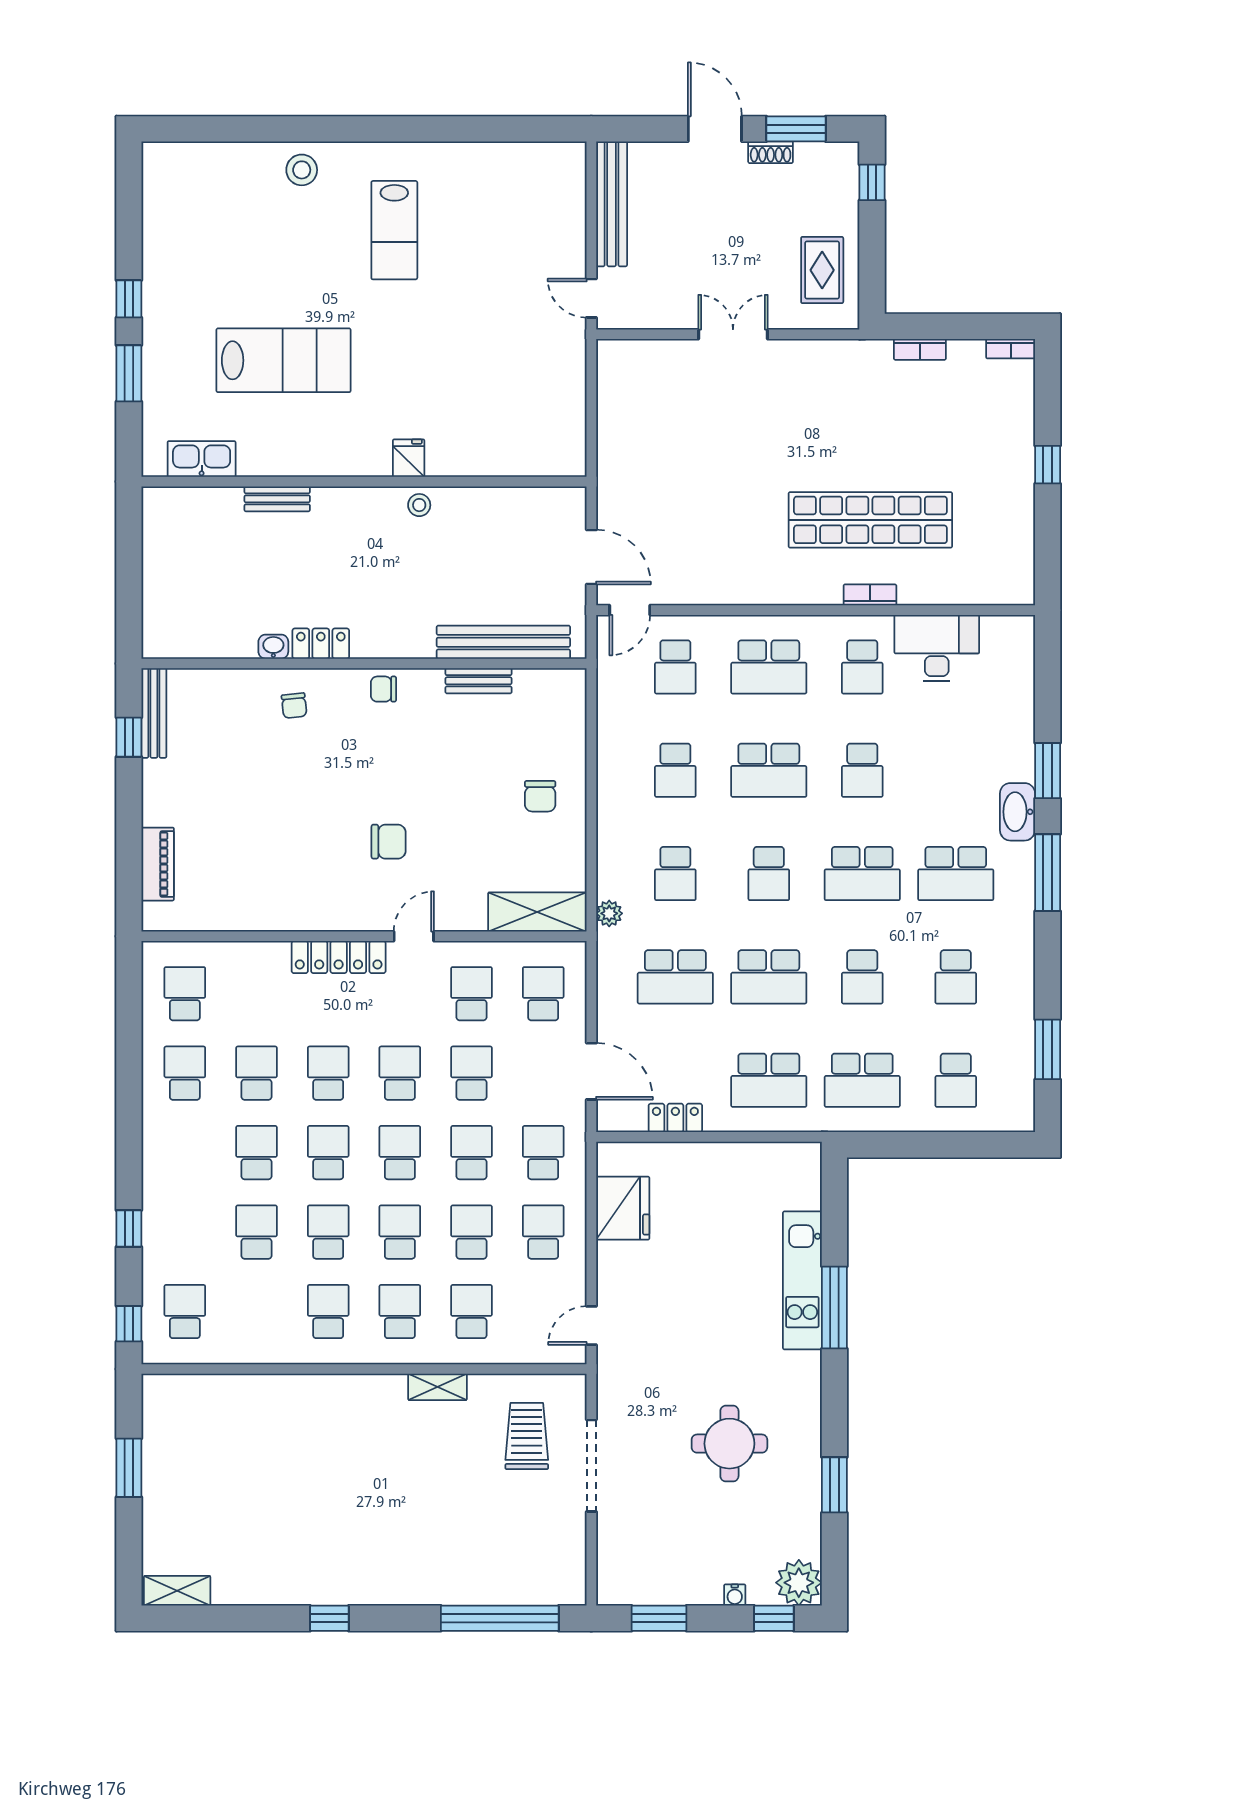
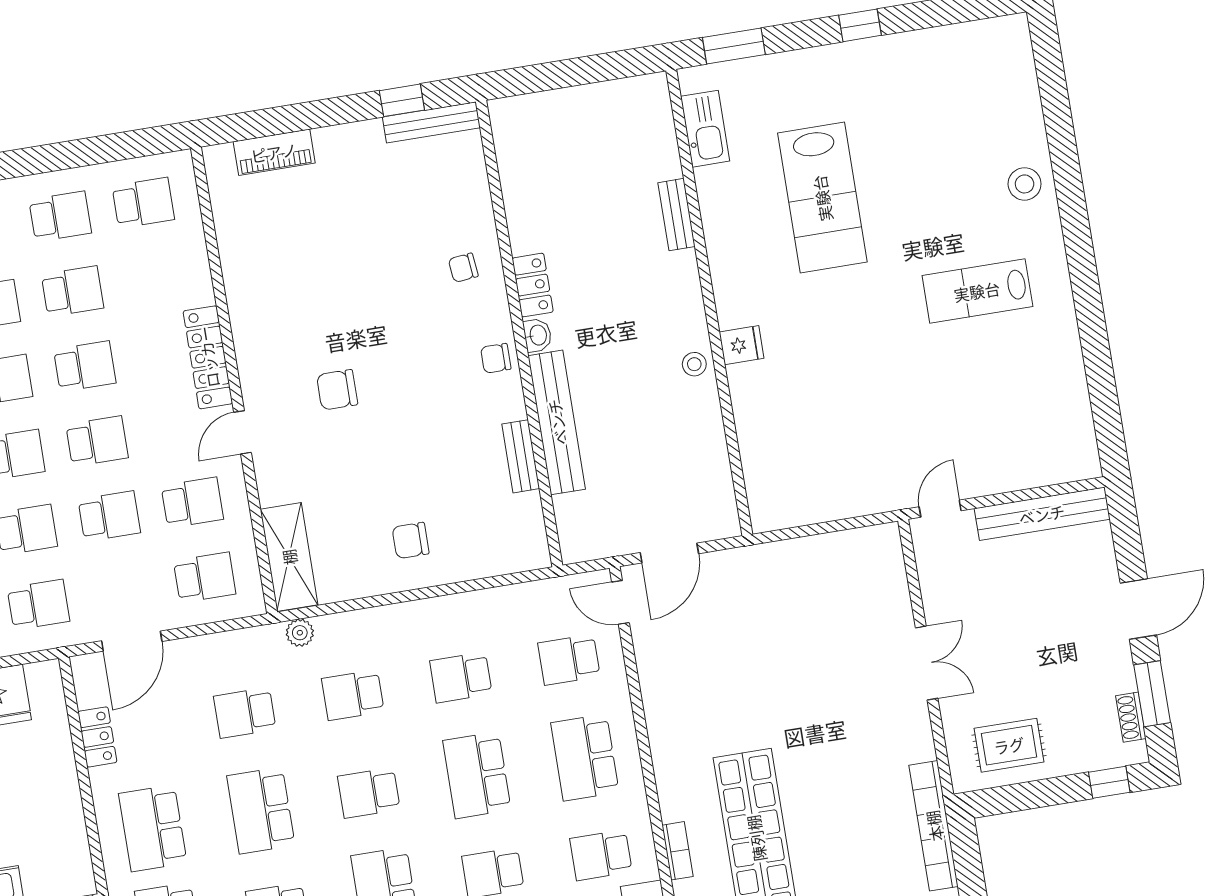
shoe rack: (771, 152) -> (1131, 717), moved
bookcase: (920, 349) -> (934, 826), width x2.31, depth x1.31
window: (129, 373) -> (734, 46), moved
bench: (503, 642) -> (557, 422), moved
washbasin: (273, 647) -> (538, 335), moved
chair: (383, 689) -> (496, 358), turned -90
chair: (389, 842) -> (337, 390), turned 90
door: (414, 936) -> (242, 432), swing flipped
school desk: (675, 977) -> (245, 713), width x0.54

